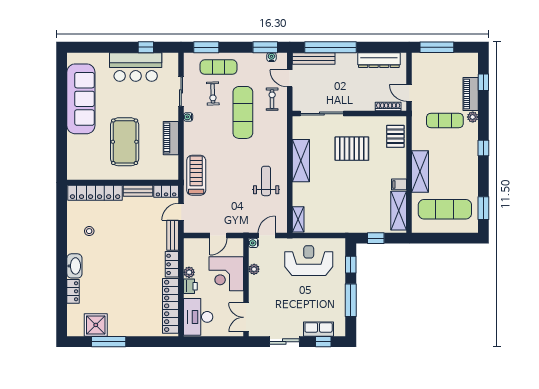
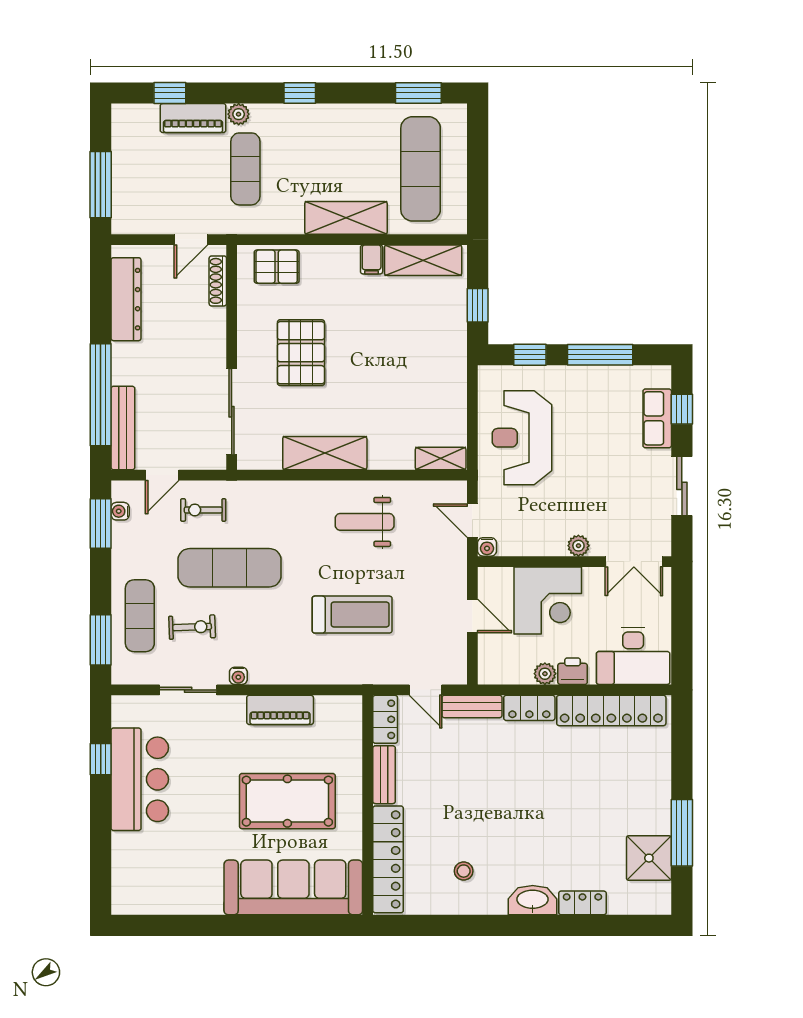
sofa: (81, 99) -> (293, 887), moved
treadmill: (196, 175) -> (352, 615), moved, turned 180
plant: (254, 269) -> (578, 546), moved

